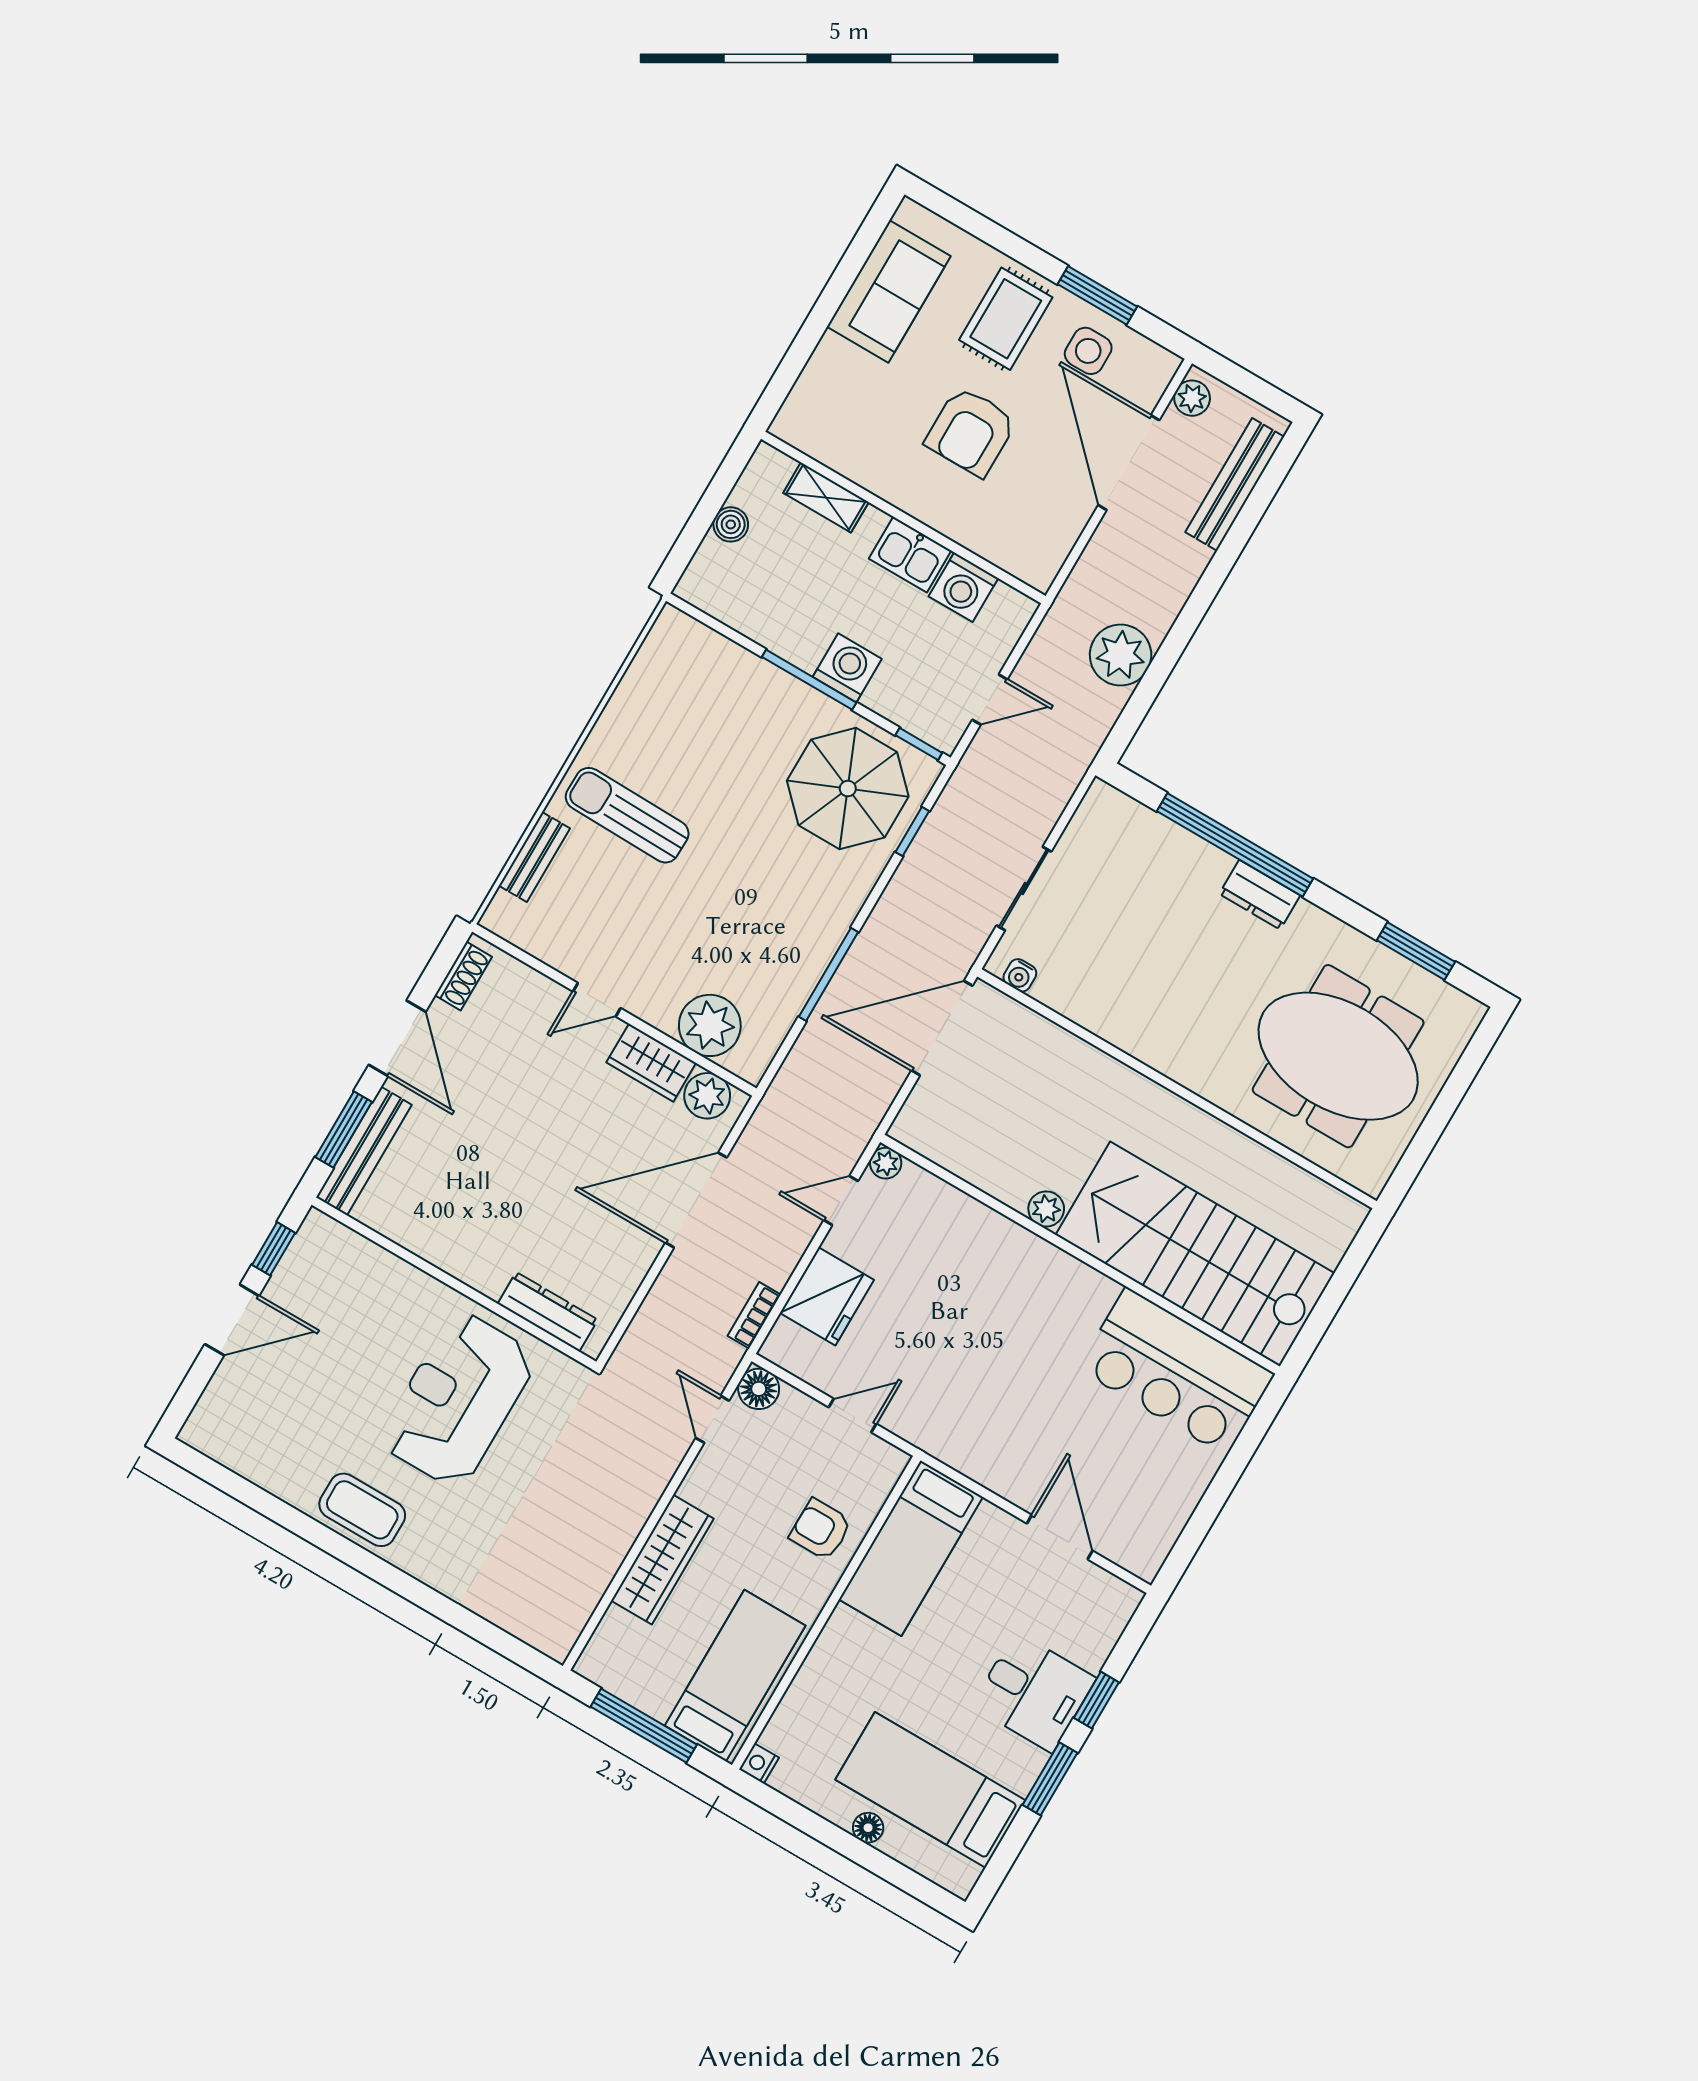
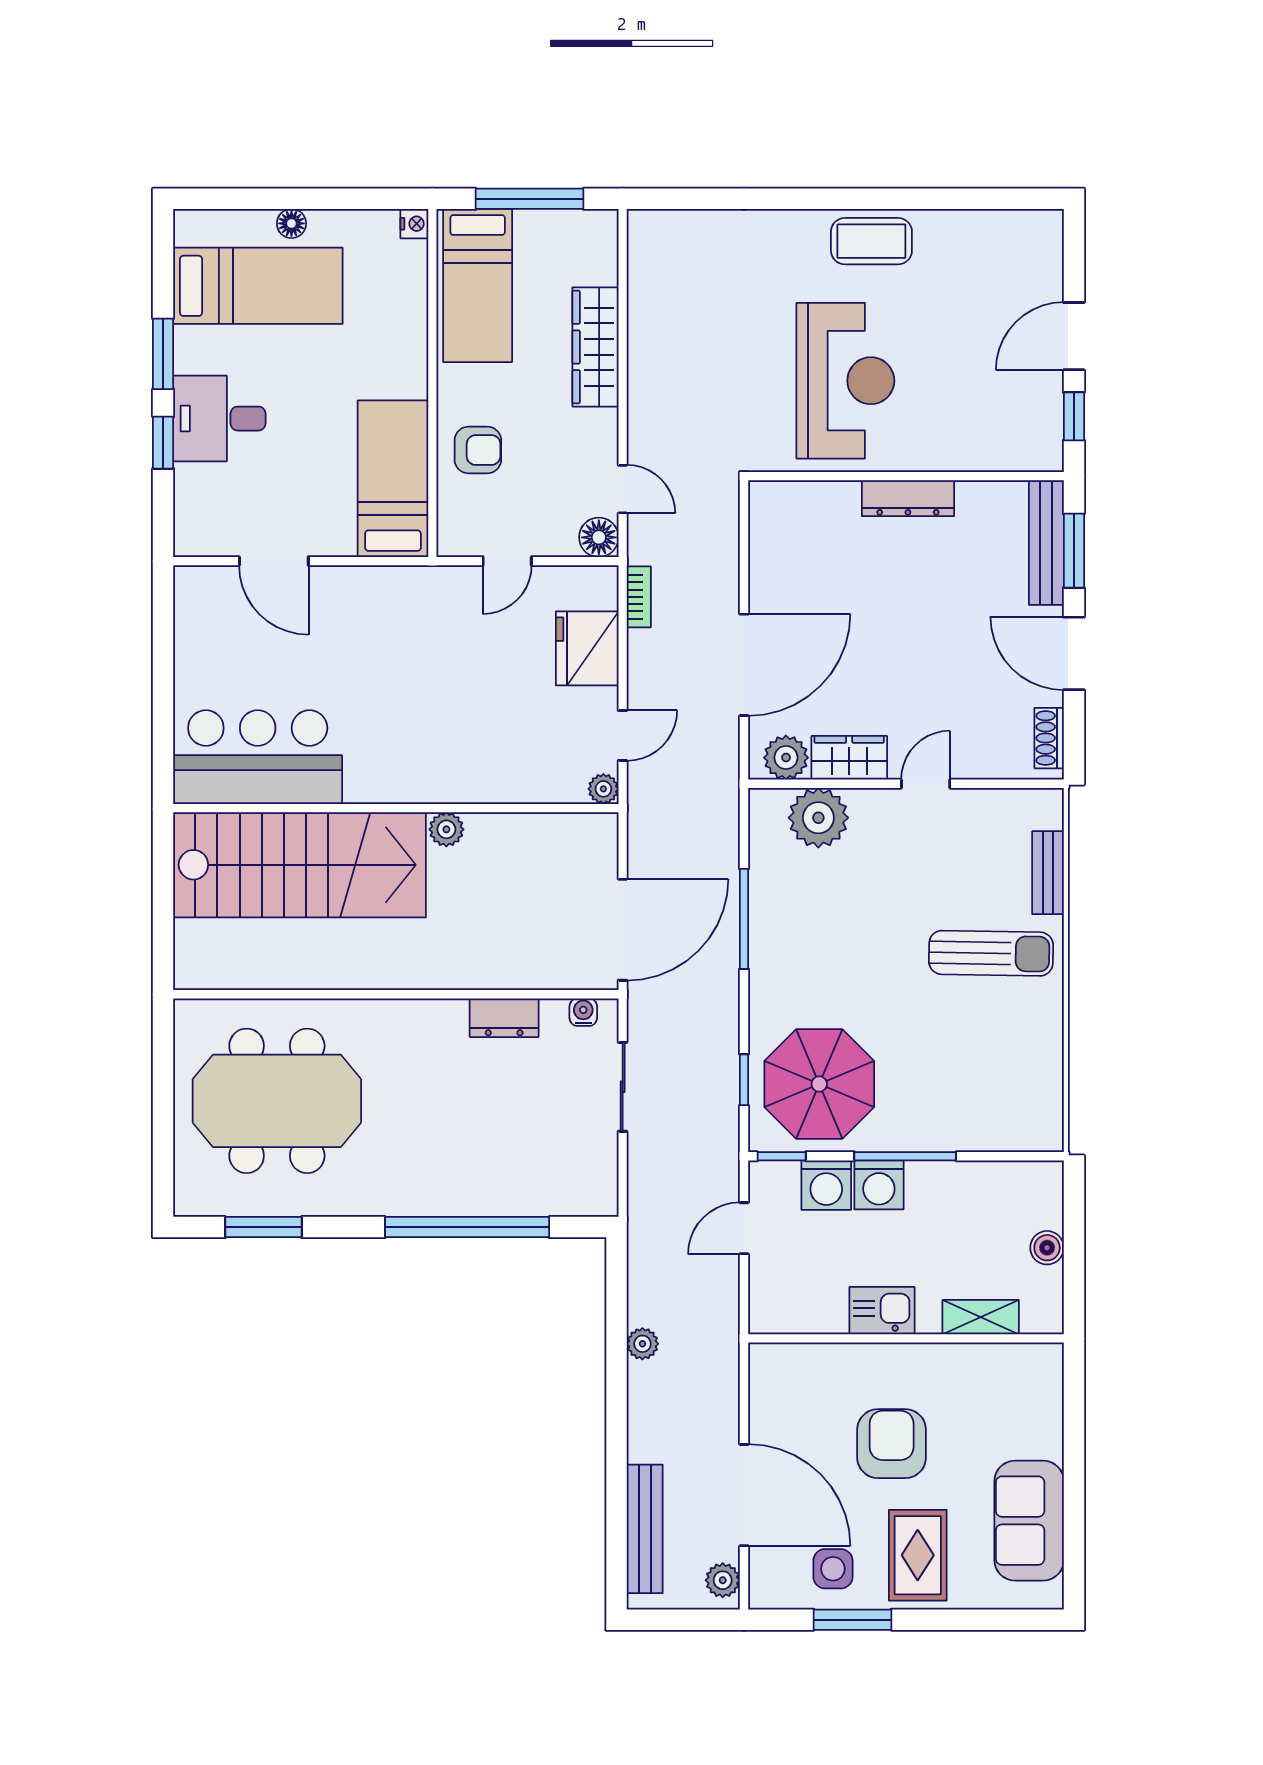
washing machine: (963, 587) -> (826, 1185), moved, turned 180
plant: (1121, 655) -> (642, 1344), width x0.53, depth x0.53
dresser: (1260, 895) -> (504, 1018), moved, turned 180
dresser: (548, 1312) -> (908, 498), moved

